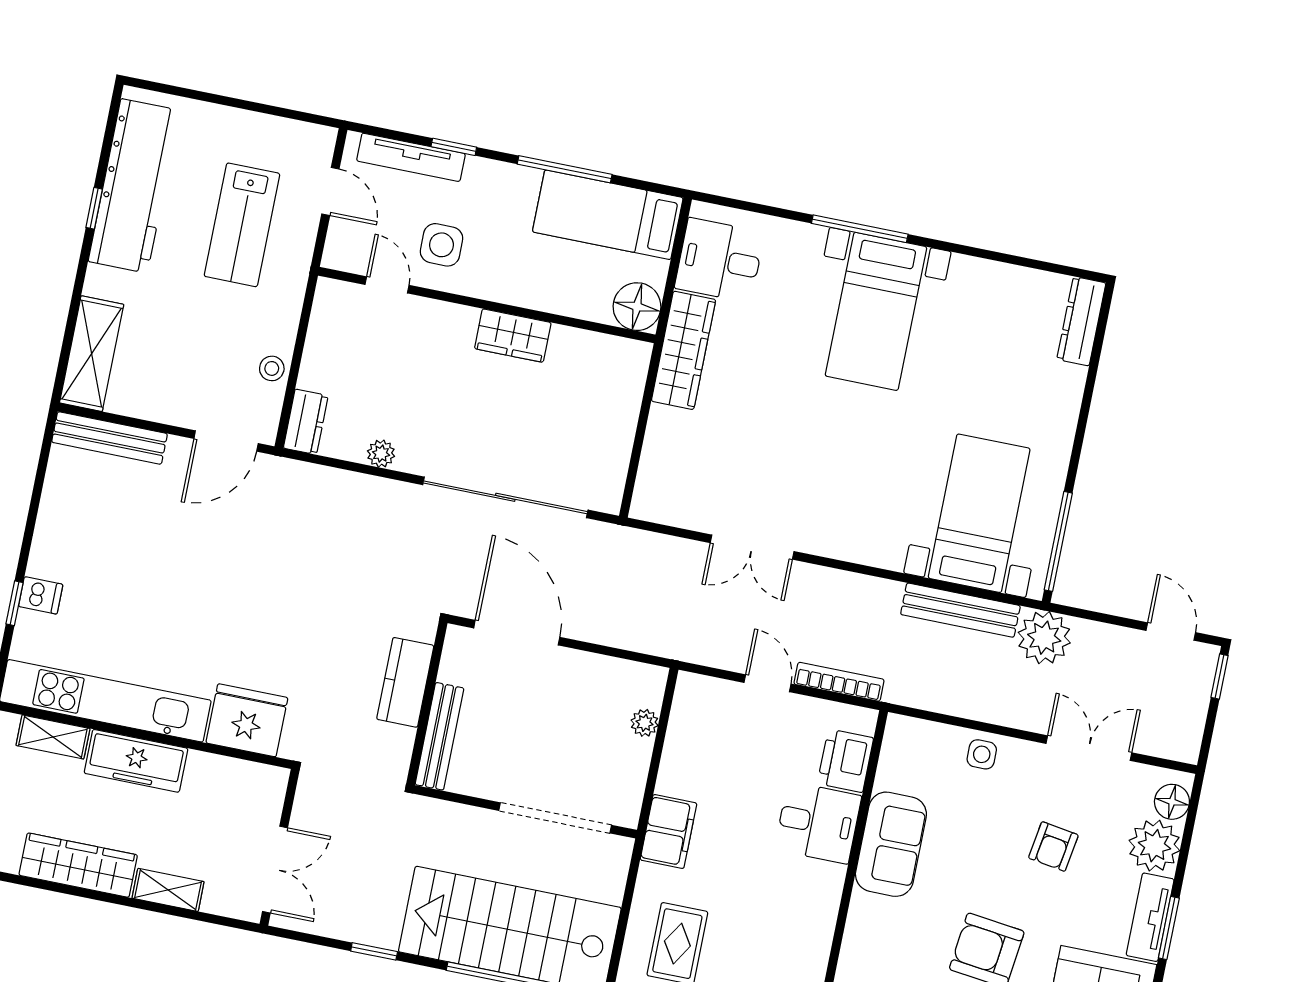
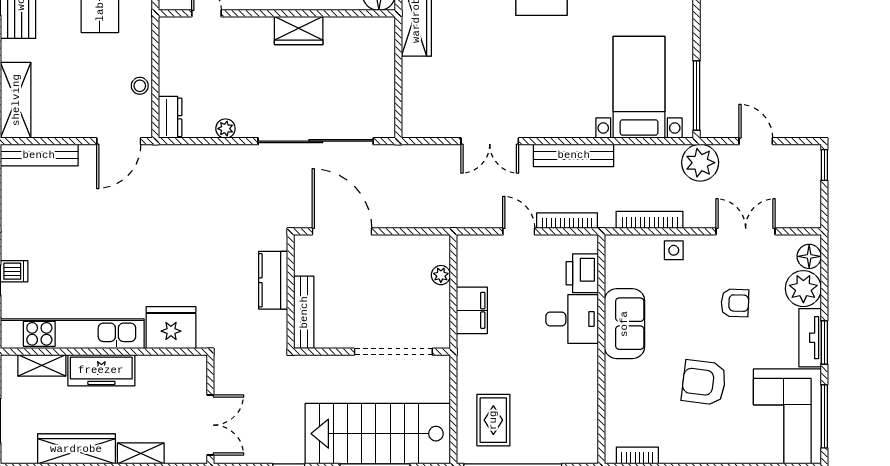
bench: (960, 610) -> (574, 155), moved
door: (1171, 632) -> (756, 141), moved
bookcase: (956, 704) -> (650, 220), added
filing cabinet: (668, 831) -> (472, 310), moved
armchair: (1053, 846) -> (735, 303), turned -97

